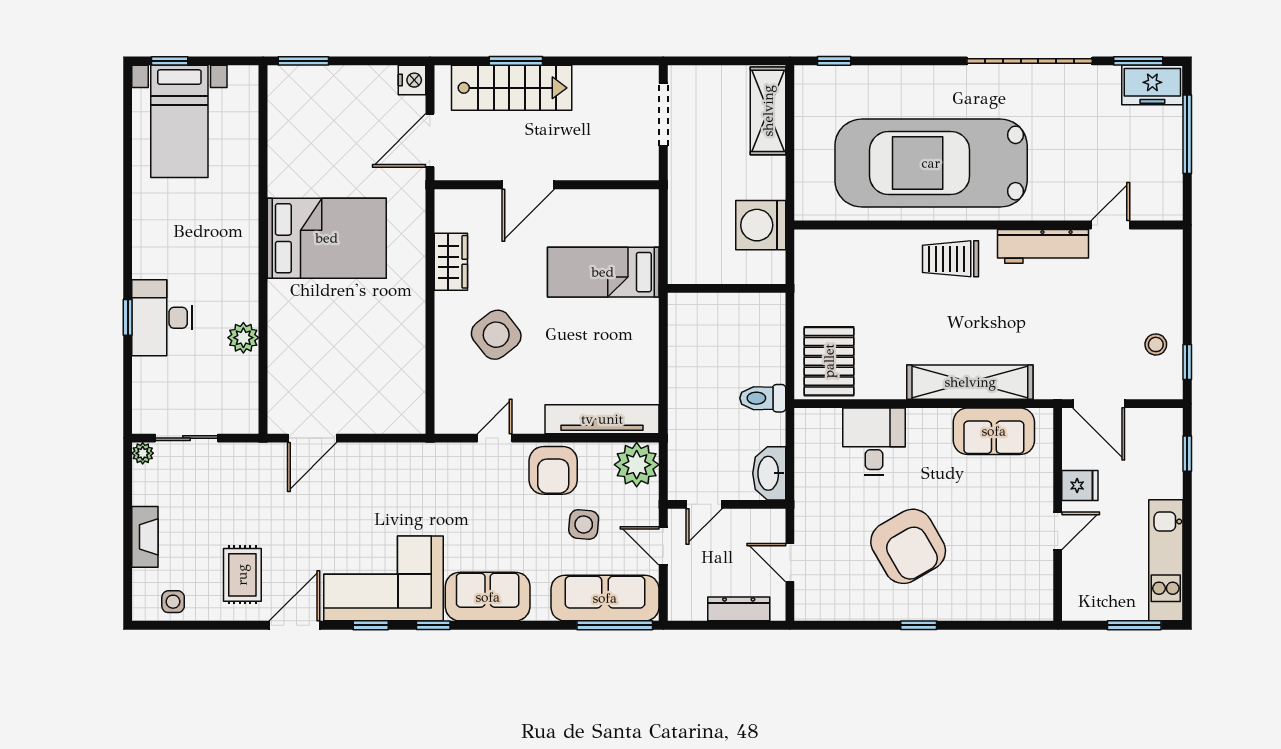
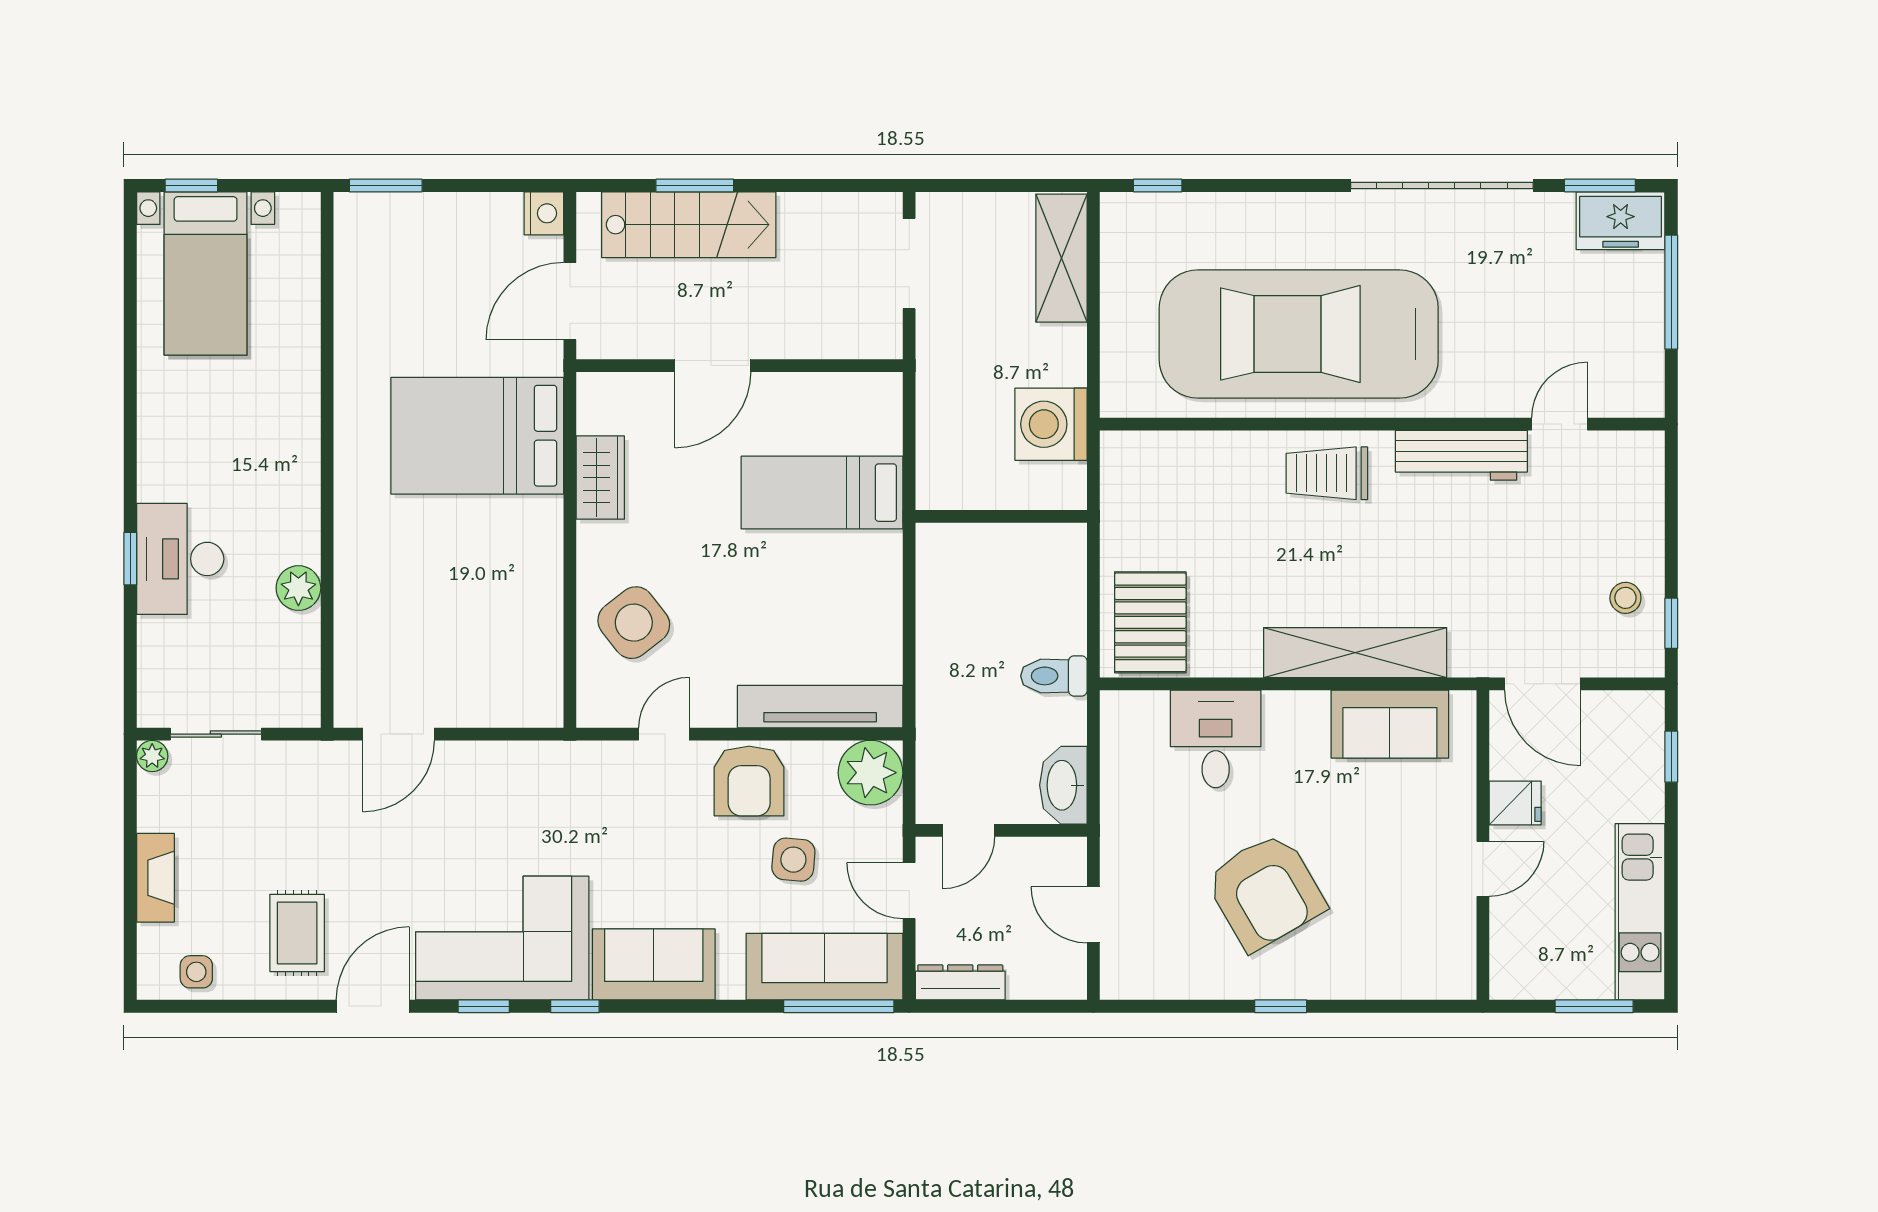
bed: (327, 238) -> (477, 436), moved, turned 180
side table: (496, 335) -> (634, 623), moved
dresser: (739, 609) -> (960, 982), moved

